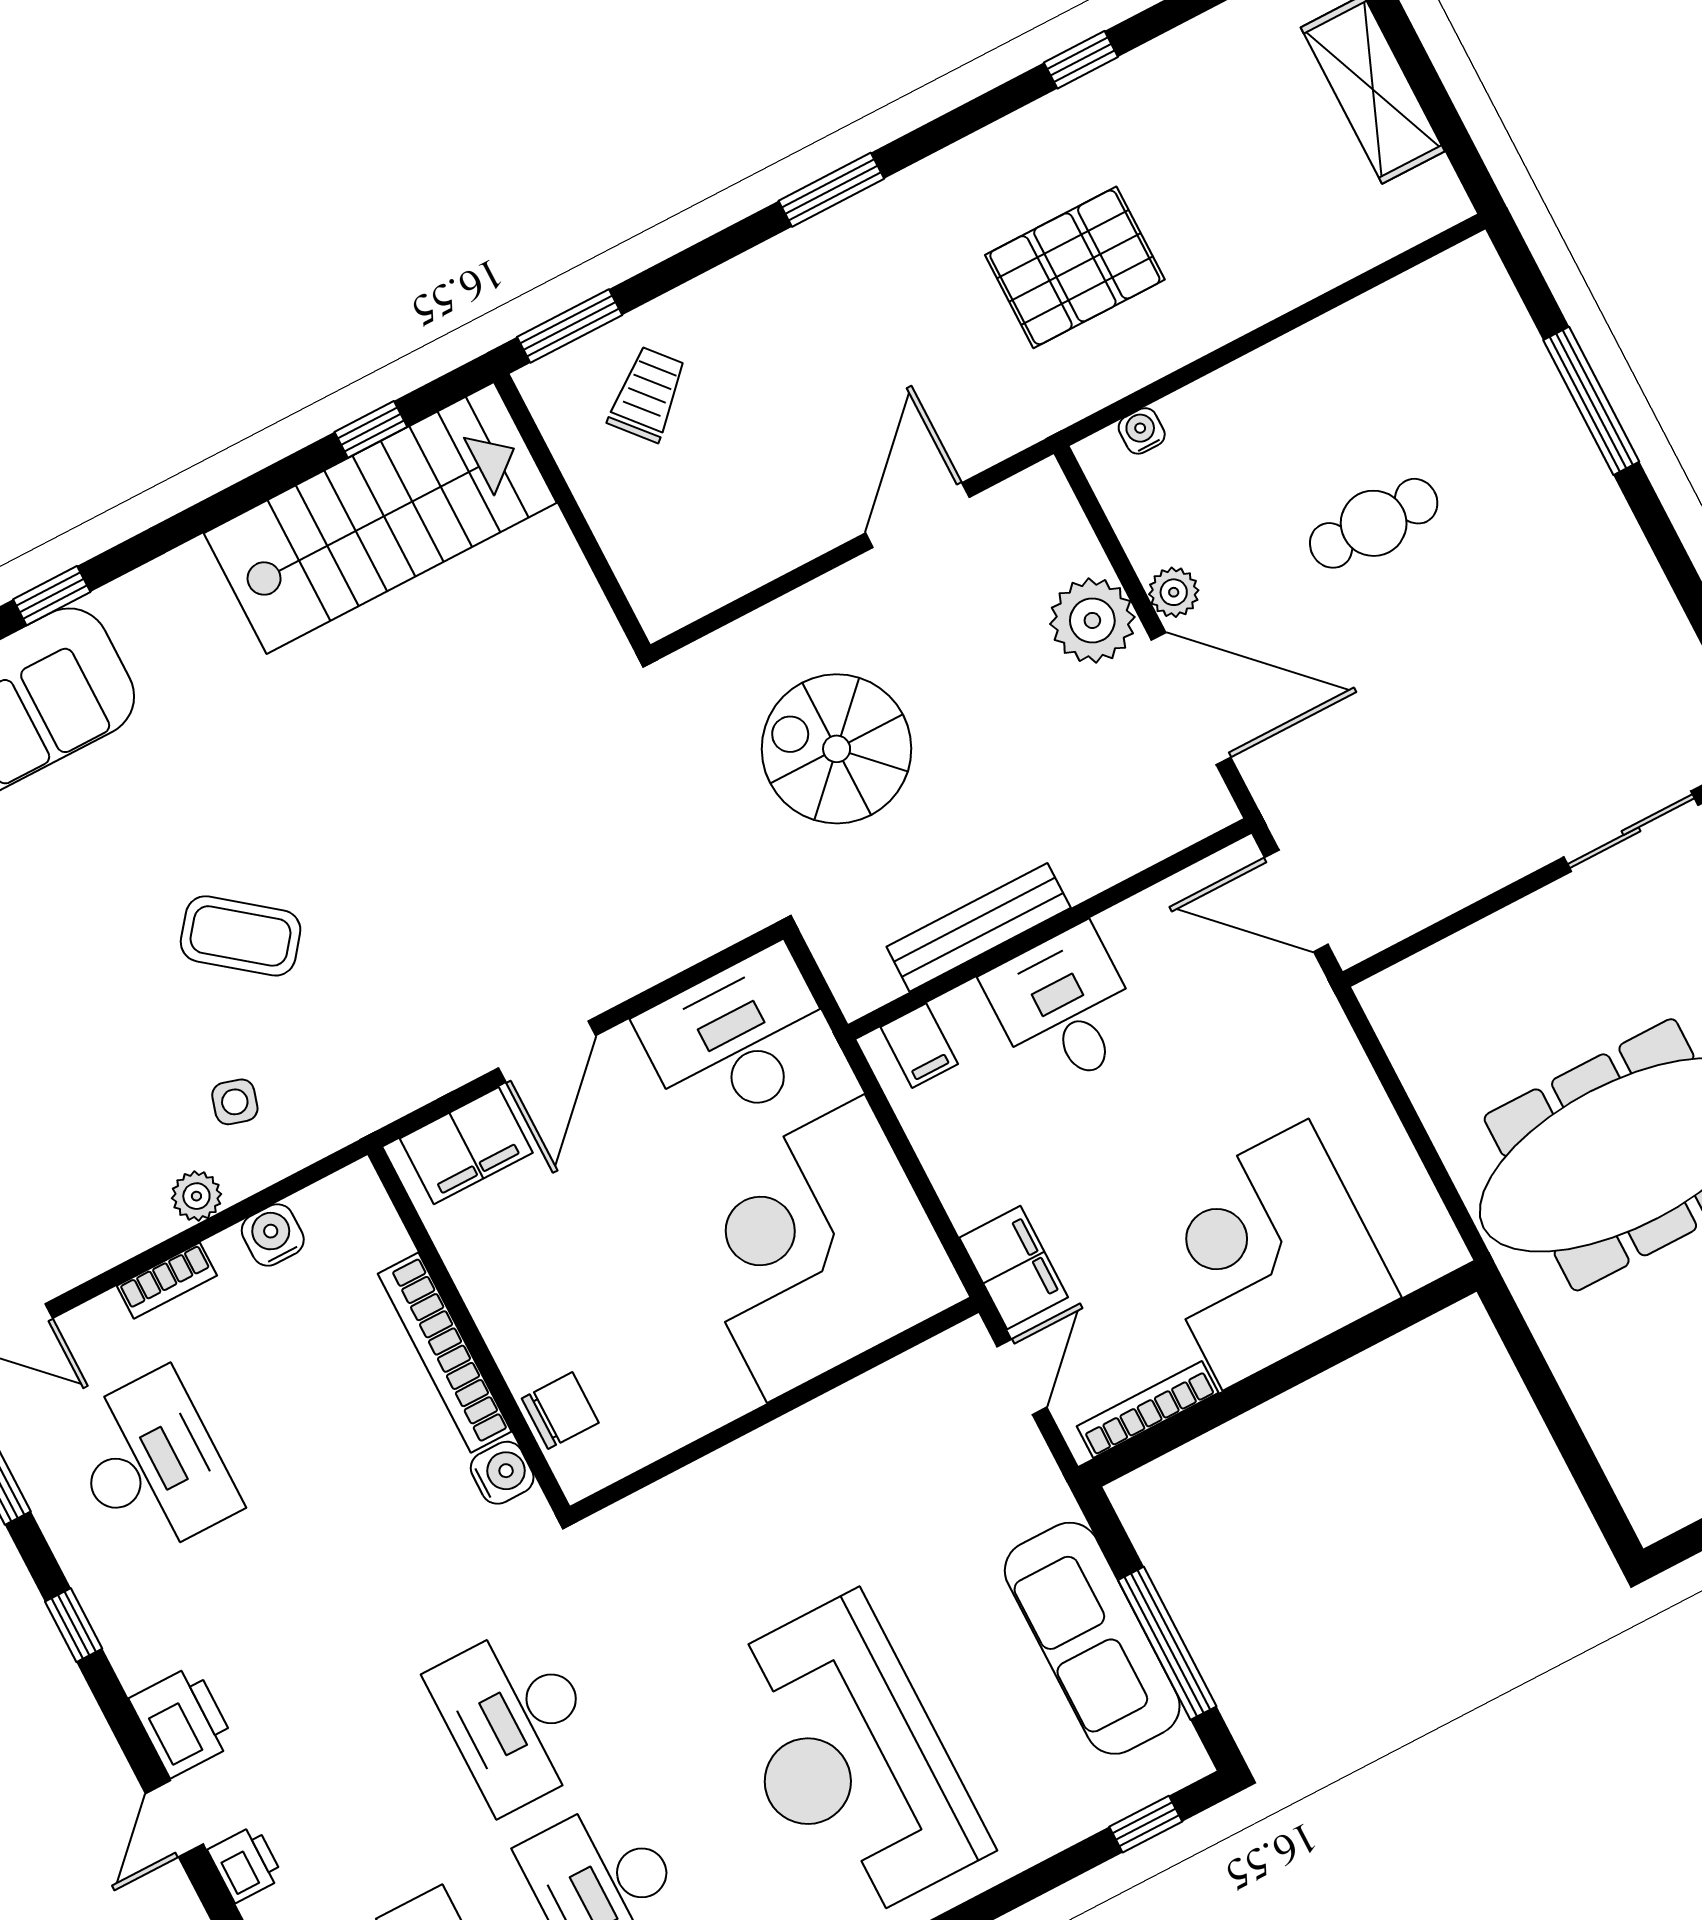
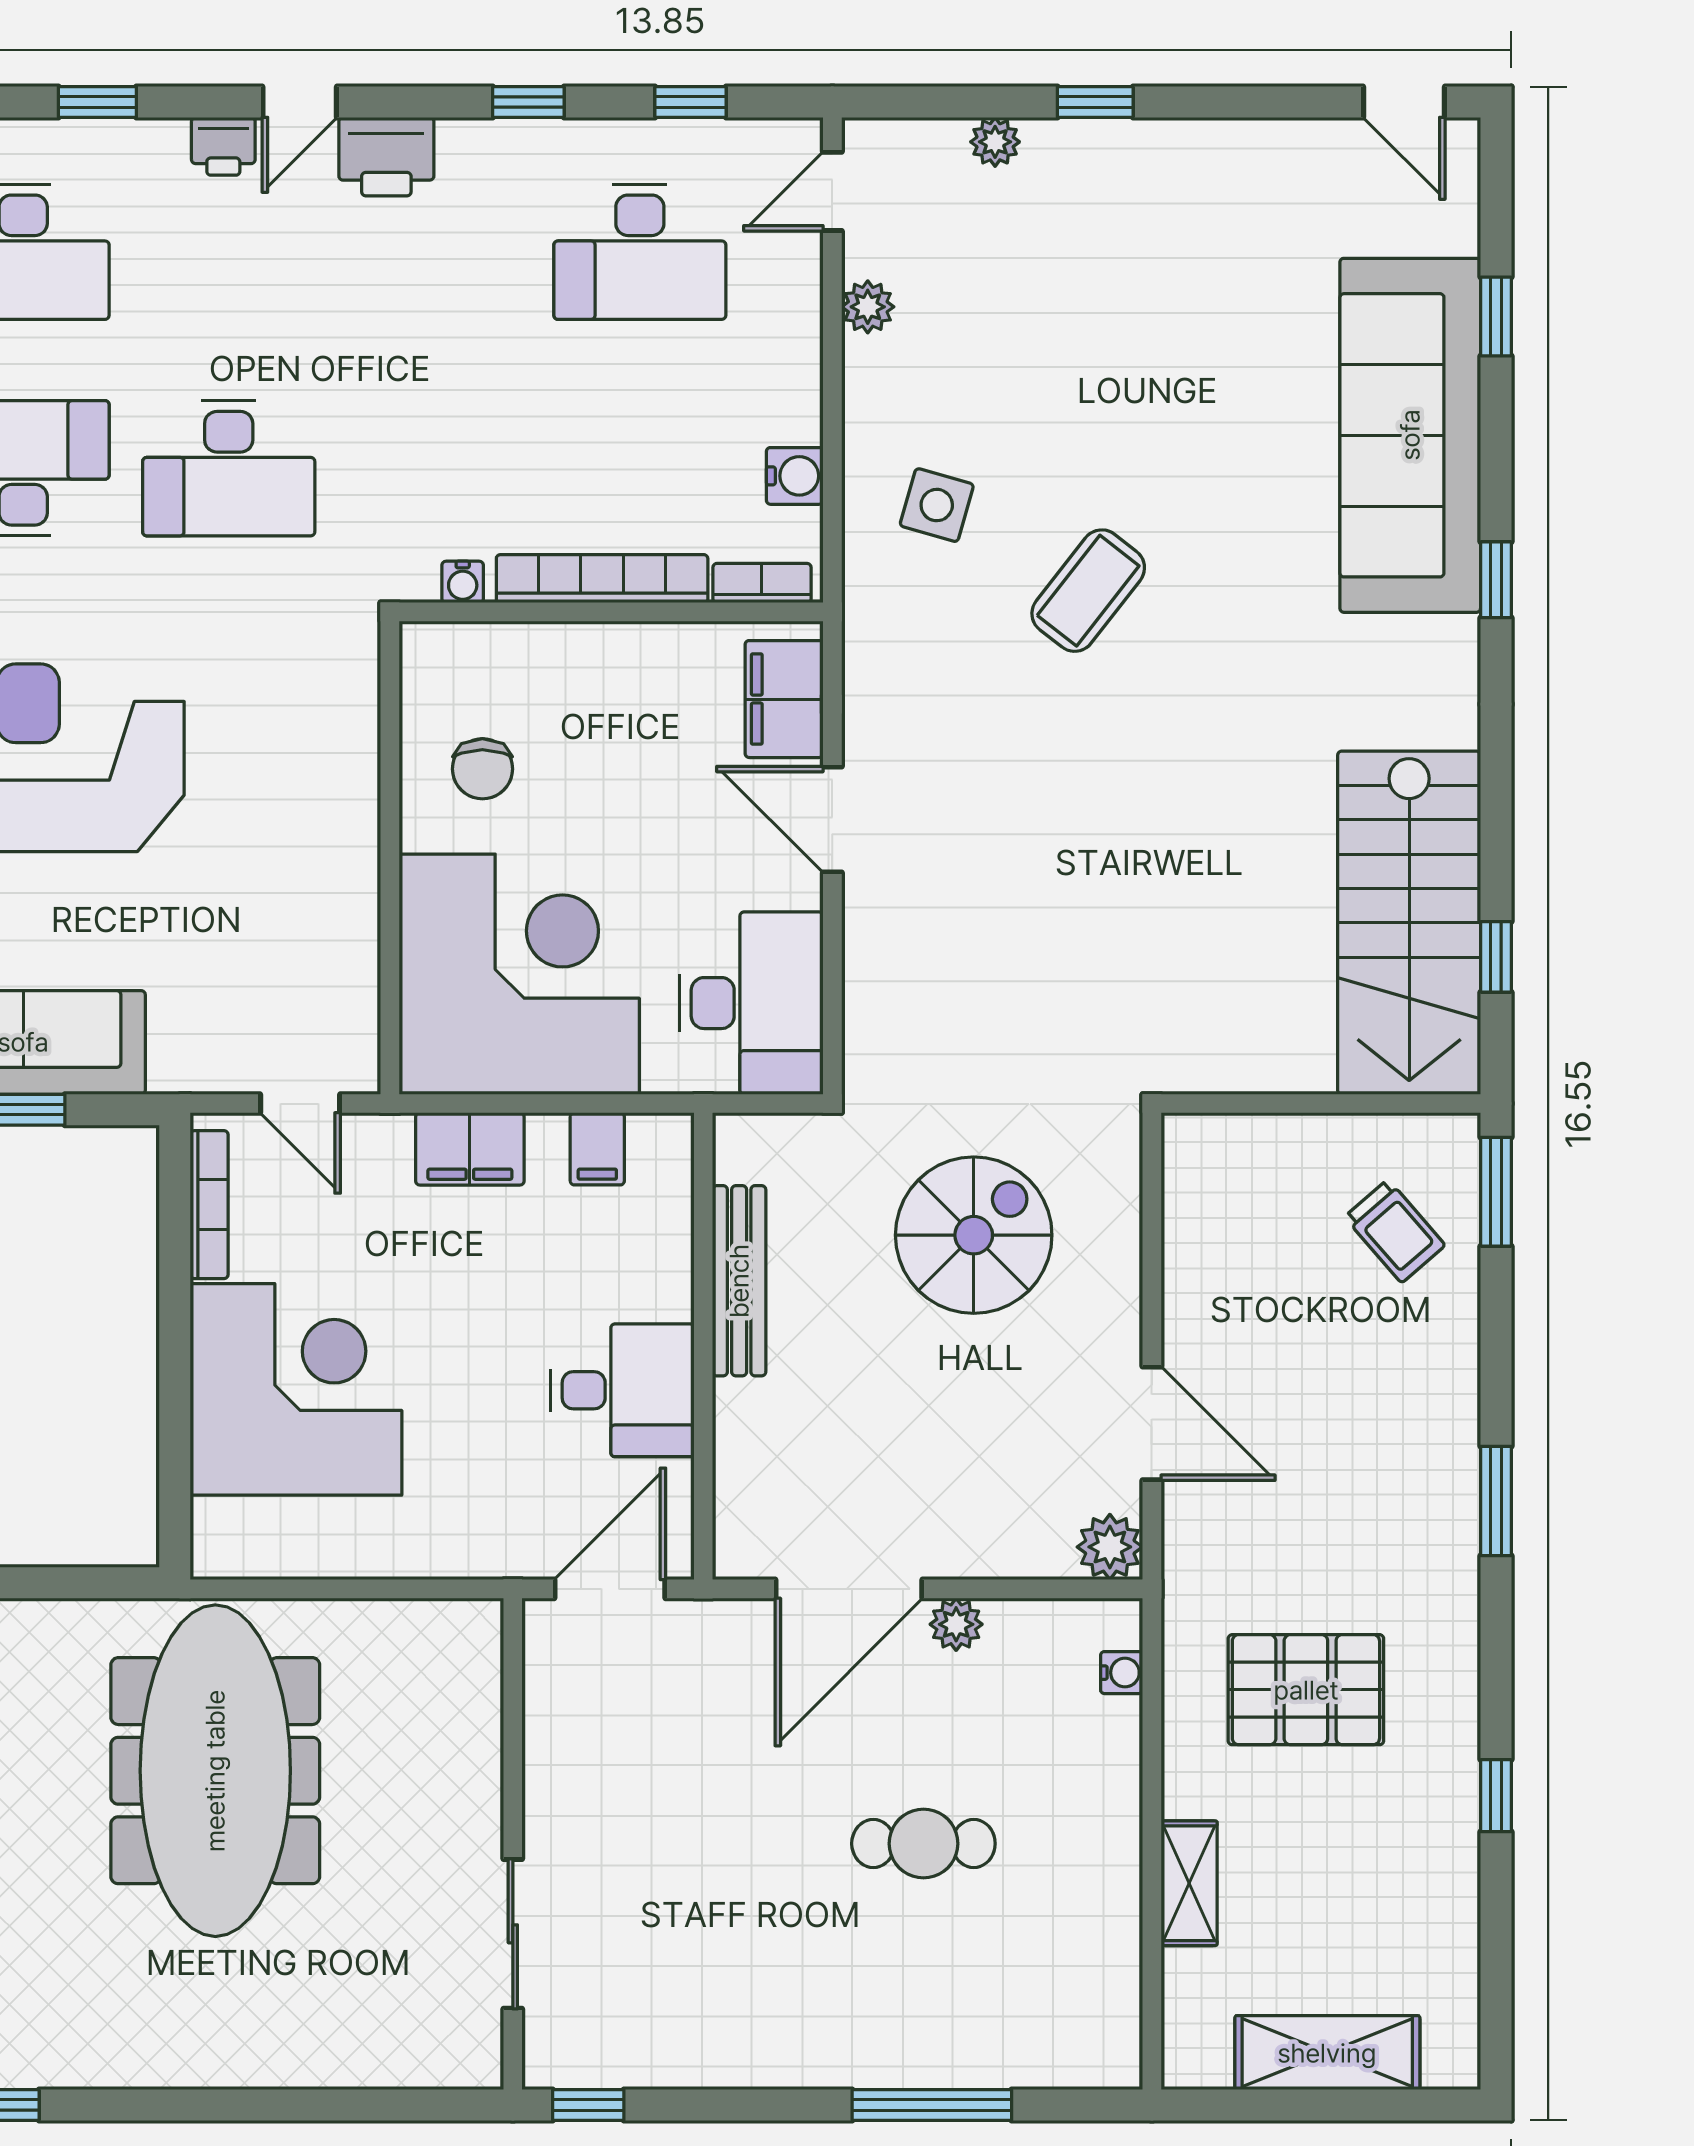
pallet: (1075, 267) -> (1306, 1690), turned 90
shelving: (1290, 281) -> (1189, 1883), added
cafe table: (1374, 523) -> (923, 1844), turned 90
plant: (1092, 620) -> (1110, 1547), moved, width x0.73, depth x0.73
desk: (1064, 1008) -> (622, 1390), moved
filing cabinet: (919, 1046) -> (597, 1149), moved, turned -90
side table: (235, 1102) -> (937, 505), width x1.37, depth x1.37
plant: (196, 1196) -> (868, 307), moved
filing cabinet: (1014, 1268) -> (470, 1149), moved
bookcase: (167, 1281) -> (762, 583), moved, turned 90
chair: (560, 1411) -> (482, 769), moved
water cooler: (502, 1473) -> (463, 582), width x0.72, depth x0.72
desk: (516, 1717) -> (229, 468), turned 180
door: (174, 1819) -> (300, 102), swing flipped

